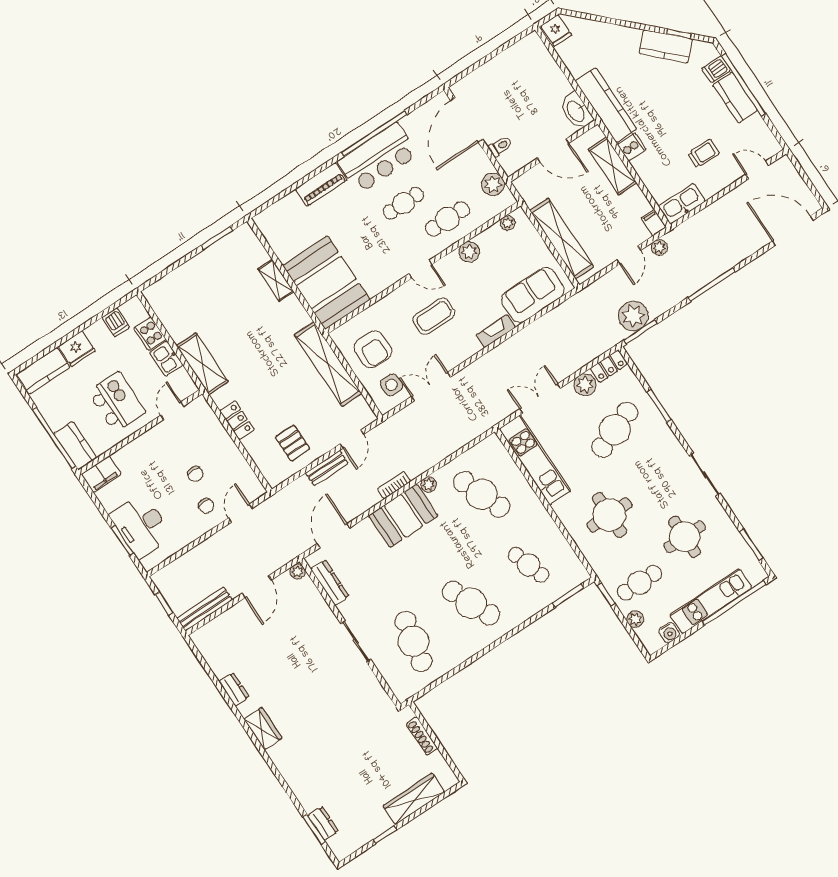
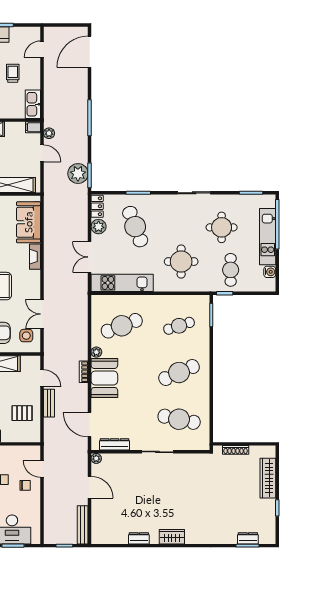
plant: (635, 619) -> (250, 286), removed

